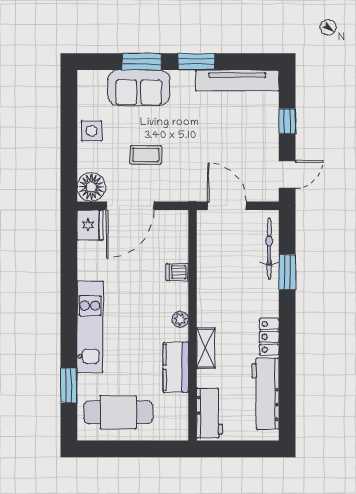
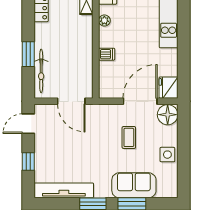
coffee table: (146, 155) -> (129, 137), turned 90

